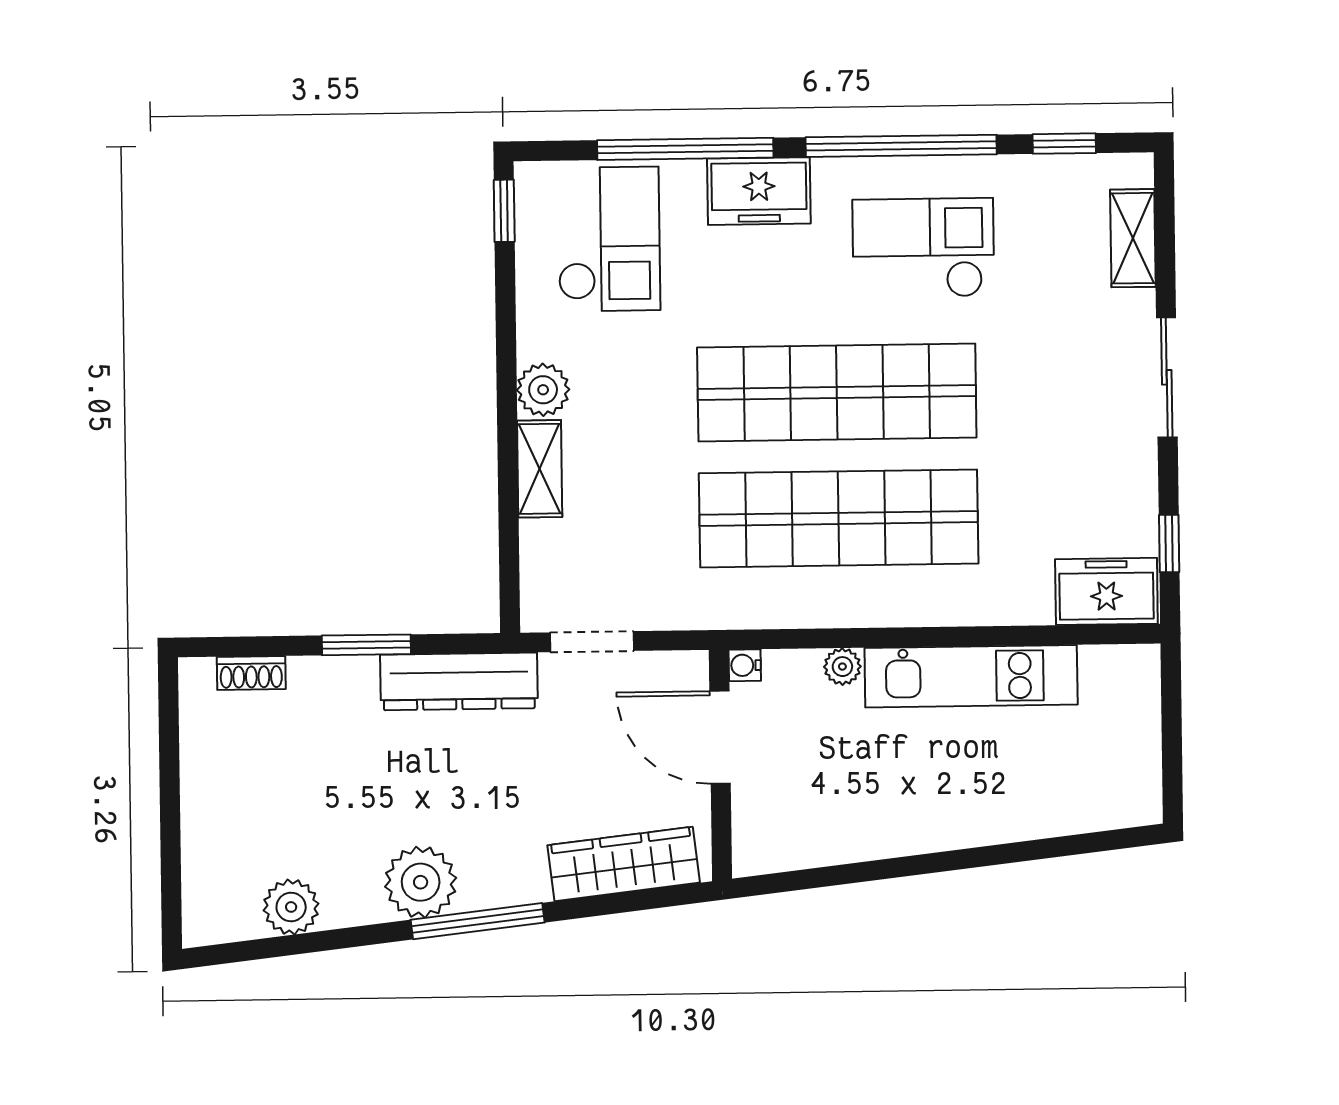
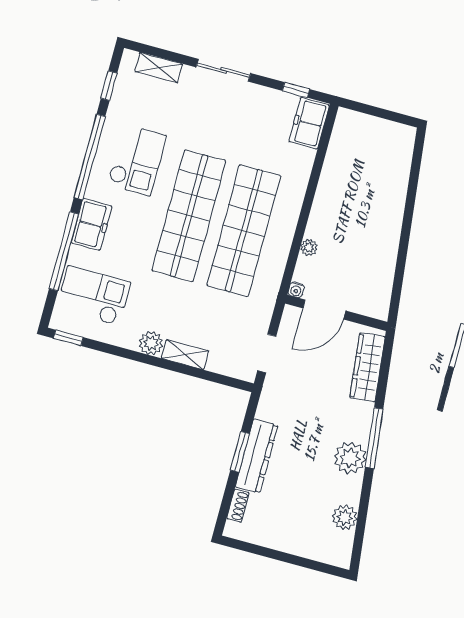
checkout: (923, 248) -> (137, 160), turned 180
kitchen unit: (971, 676) -> (329, 193), removed
dresser: (459, 681) -> (257, 456), moved

